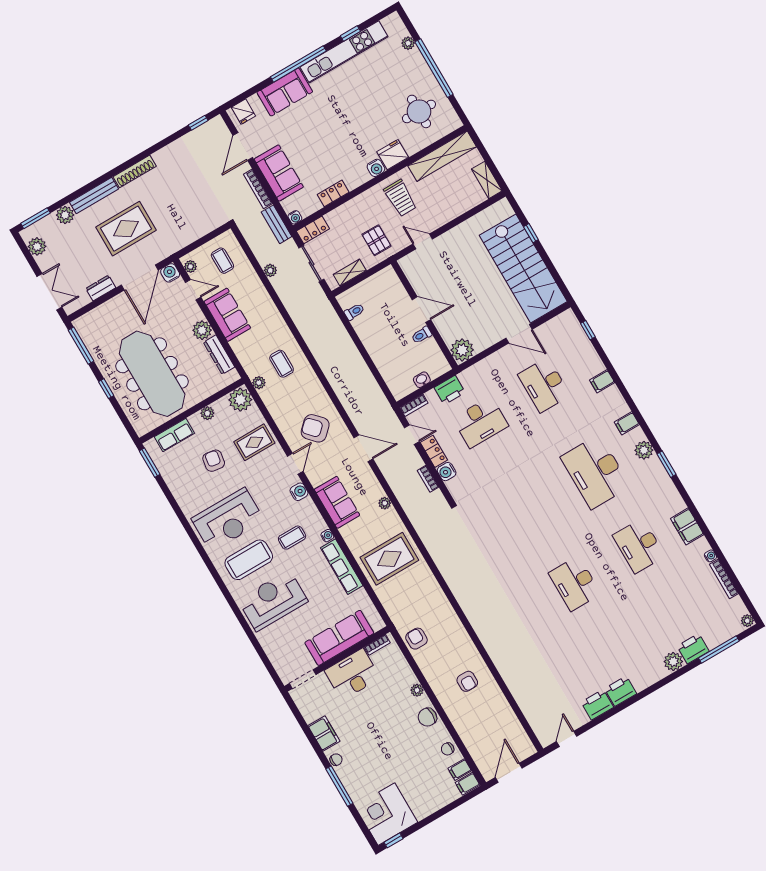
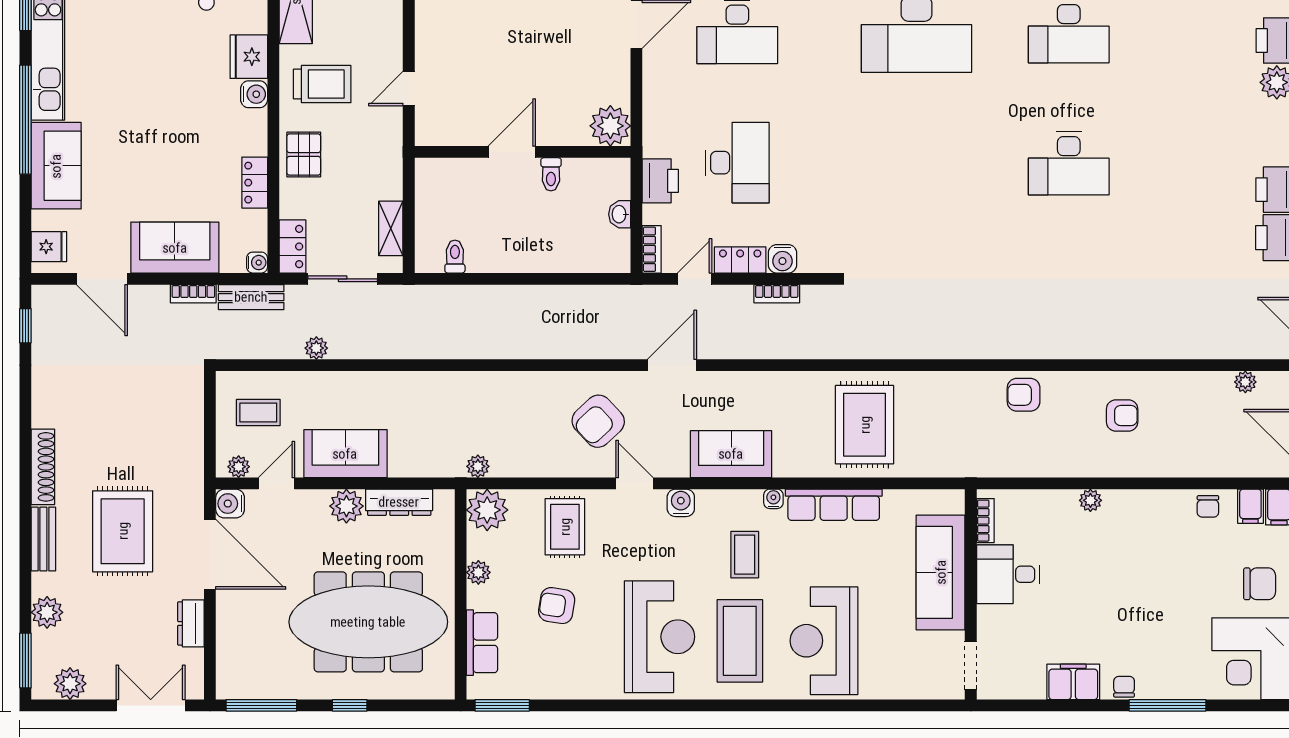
bookcase: (258, 189) -> (193, 294), width x0.64
bench: (94, 196) -> (43, 539), width x0.73
pallet: (376, 240) -> (304, 155), moved, turned 90
coffee table: (282, 364) -> (469, 415), removed
plant: (385, 503) -> (1245, 382), moved
armchair: (416, 639) -> (1024, 395), moved
desk: (352, 674) -> (1008, 574), width x0.73
chair: (427, 717) -> (1260, 584), moved, turned -90

